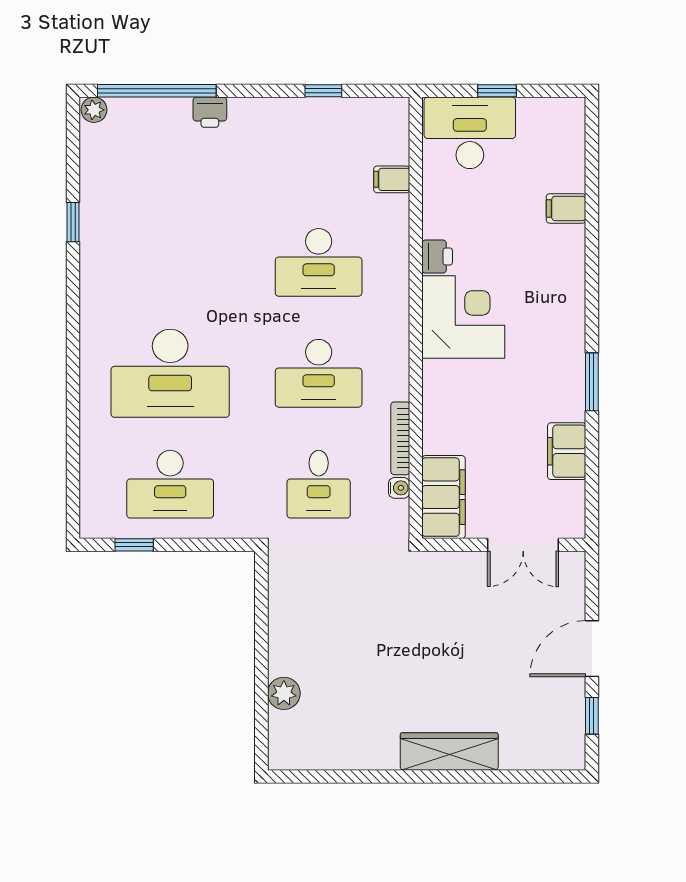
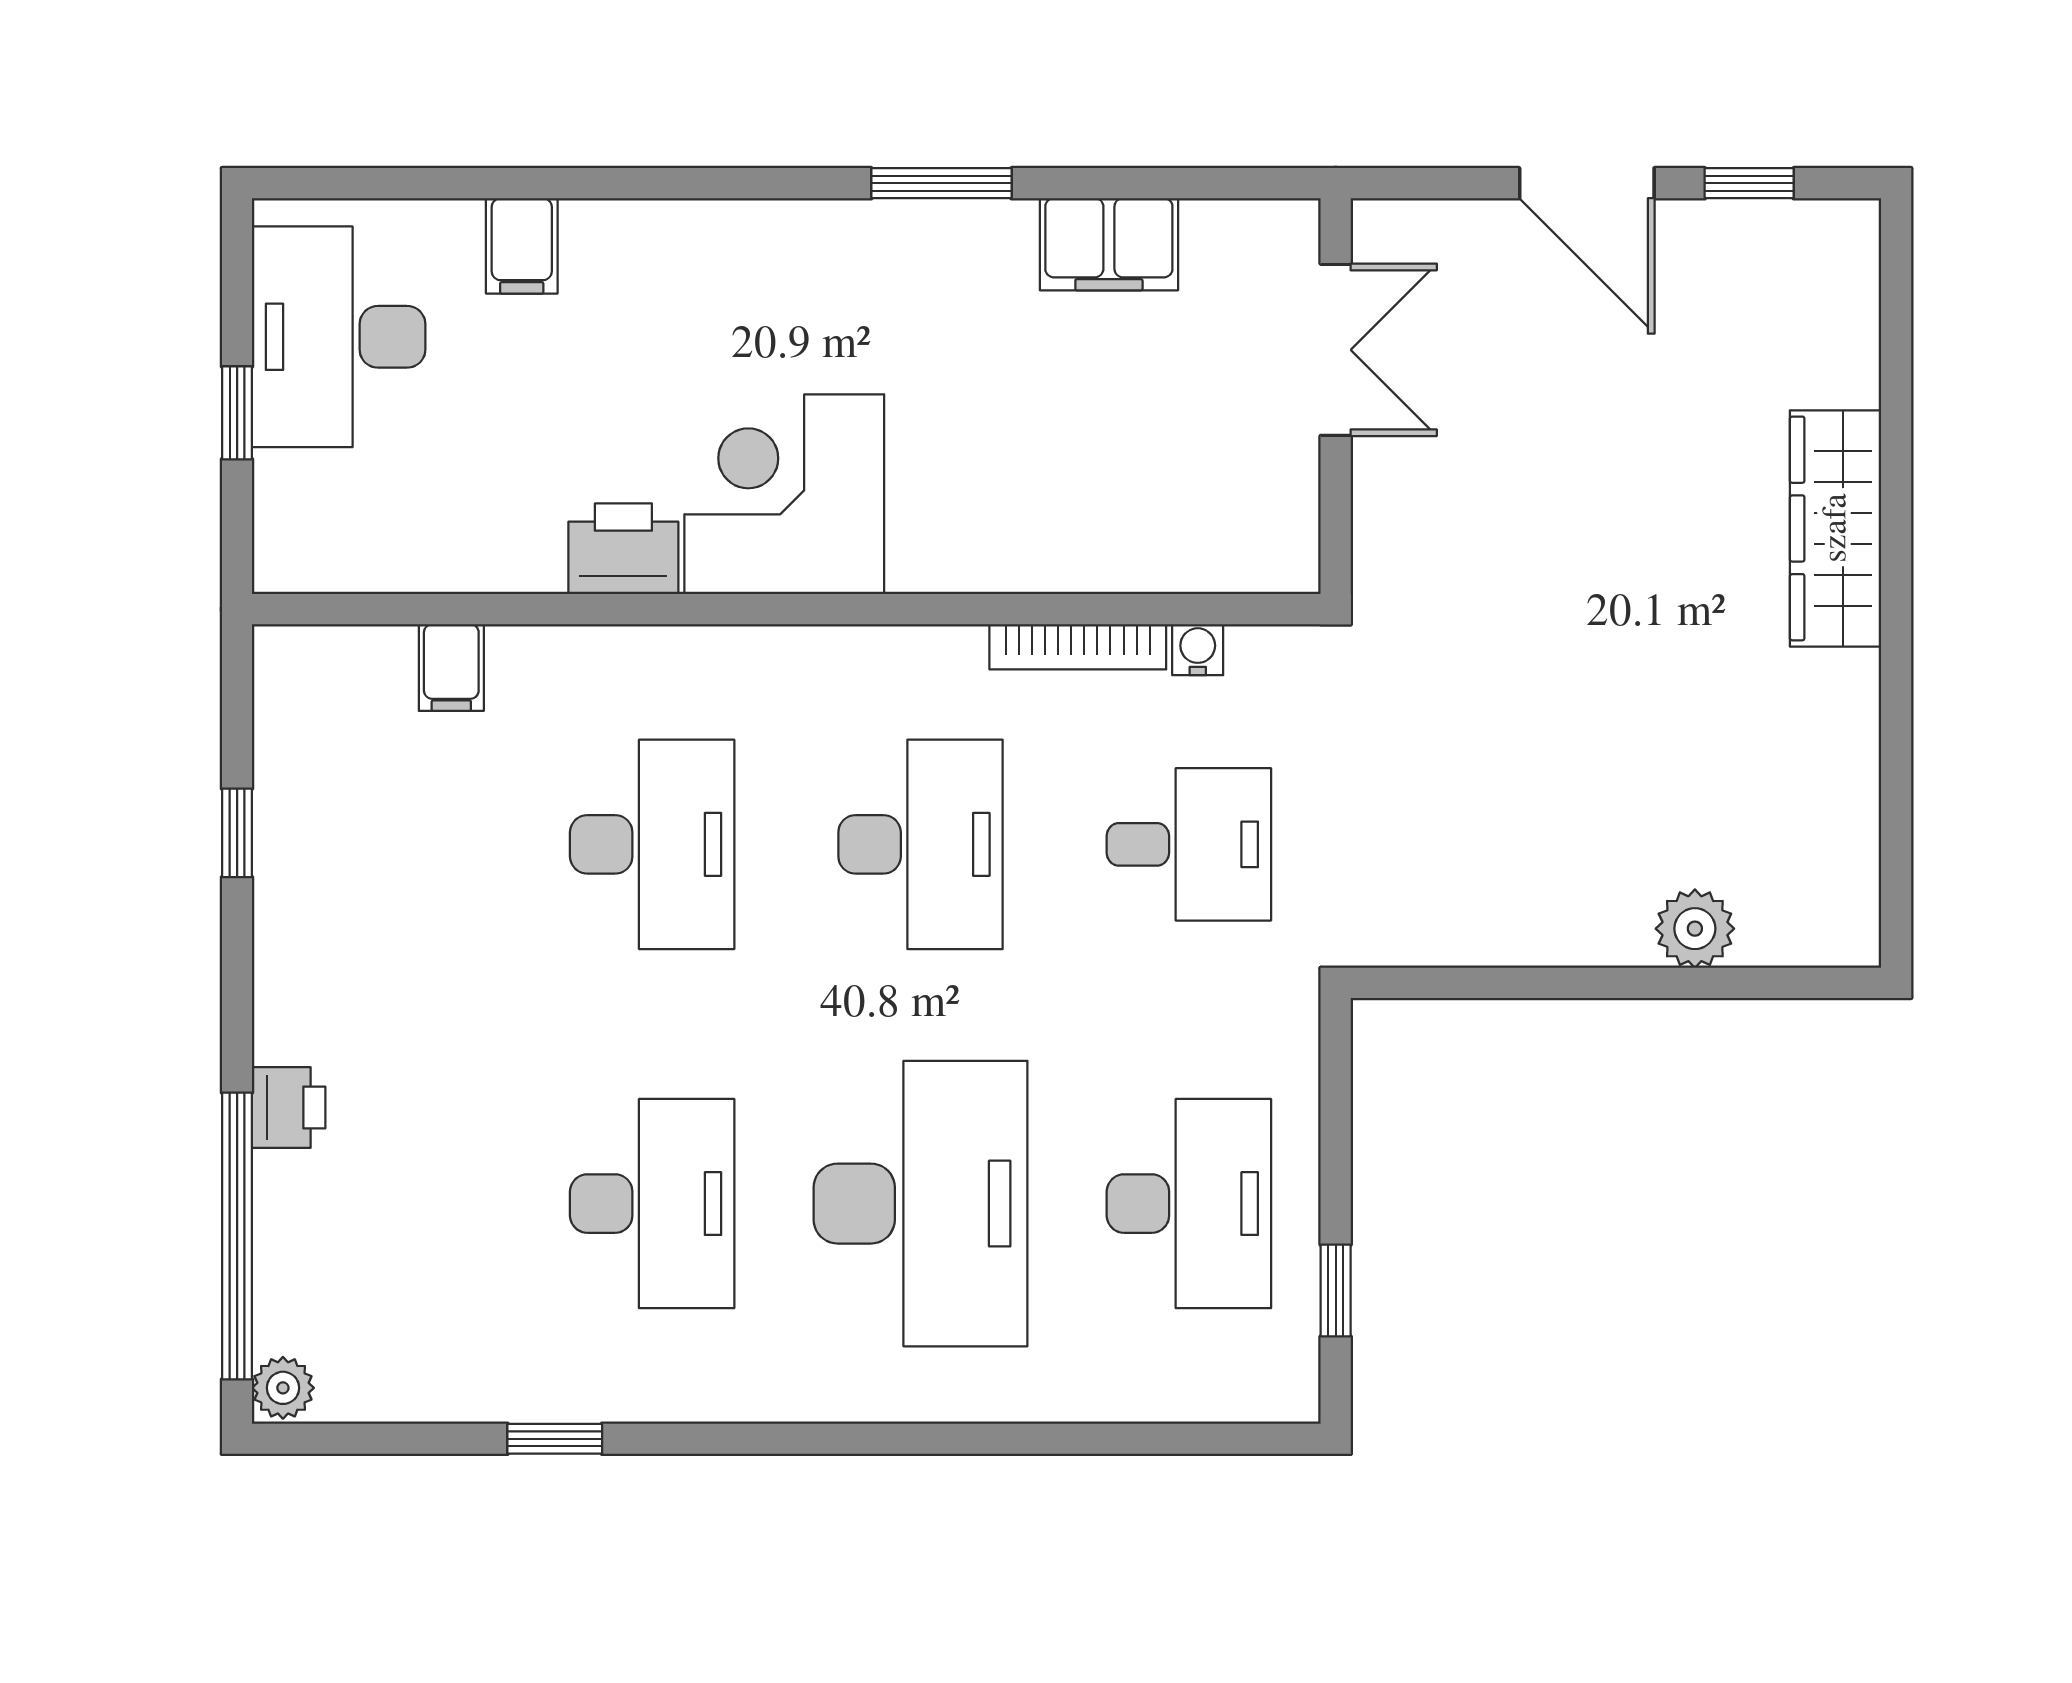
desk: (470, 133) -> (339, 337), moved
printer: (437, 257) -> (623, 549), width x1.36, depth x1.24
desk: (170, 262) -> (652, 1204), added
filing cabinet: (444, 497) -> (1220, 542), removed

